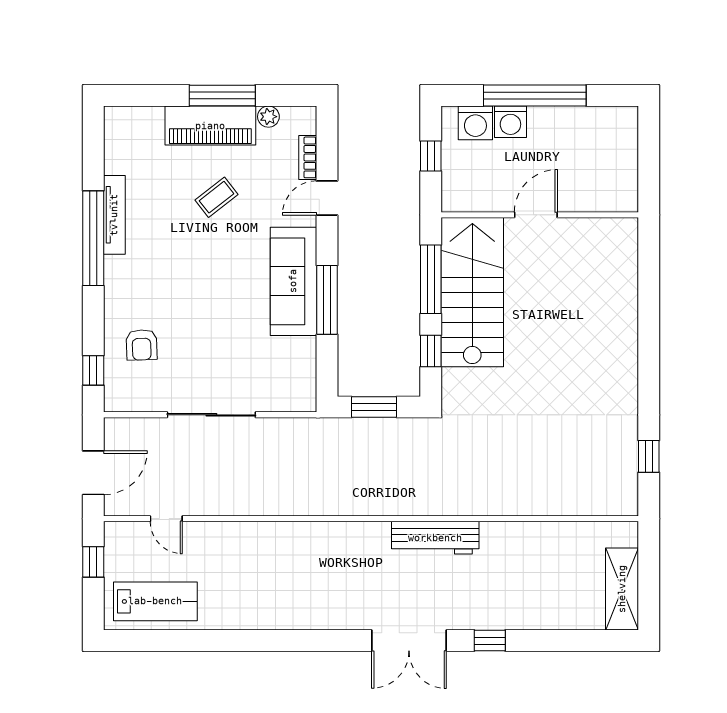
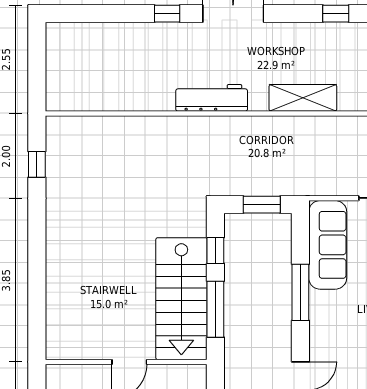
sofa: (293, 281) -> (328, 245), moved
shelving: (622, 589) -> (303, 98), moved, turned 90
window: (284, 641) -> (336, 14), added

